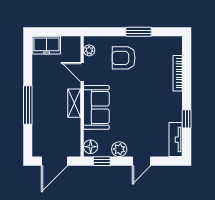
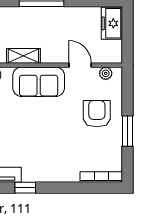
door: (82, 72) -> (80, 65), hinge flipped
bookcase: (178, 73) -> (101, 177), moved
shelving: (74, 103) -> (23, 56), moved

